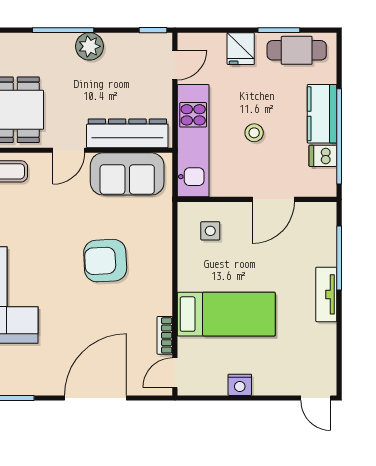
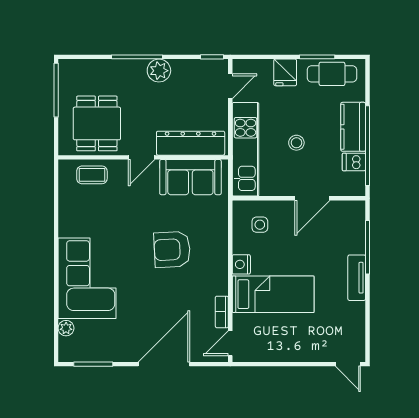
nightstand: (240, 385) -> (241, 264), moved, turned 90

